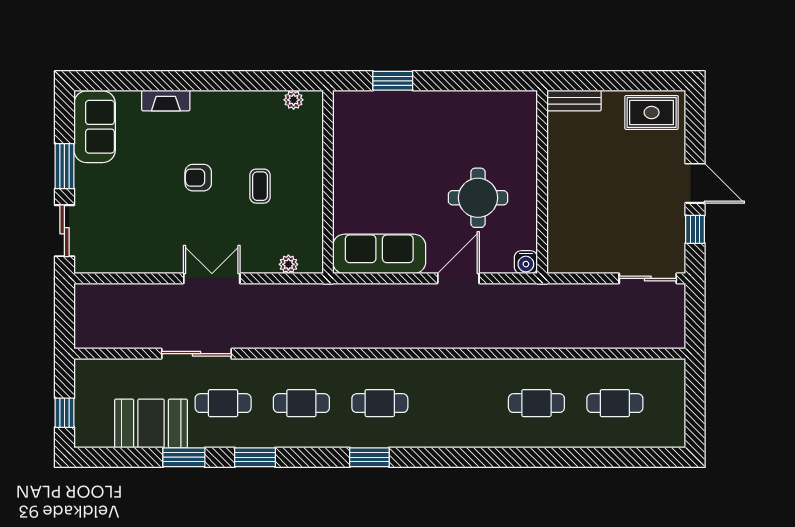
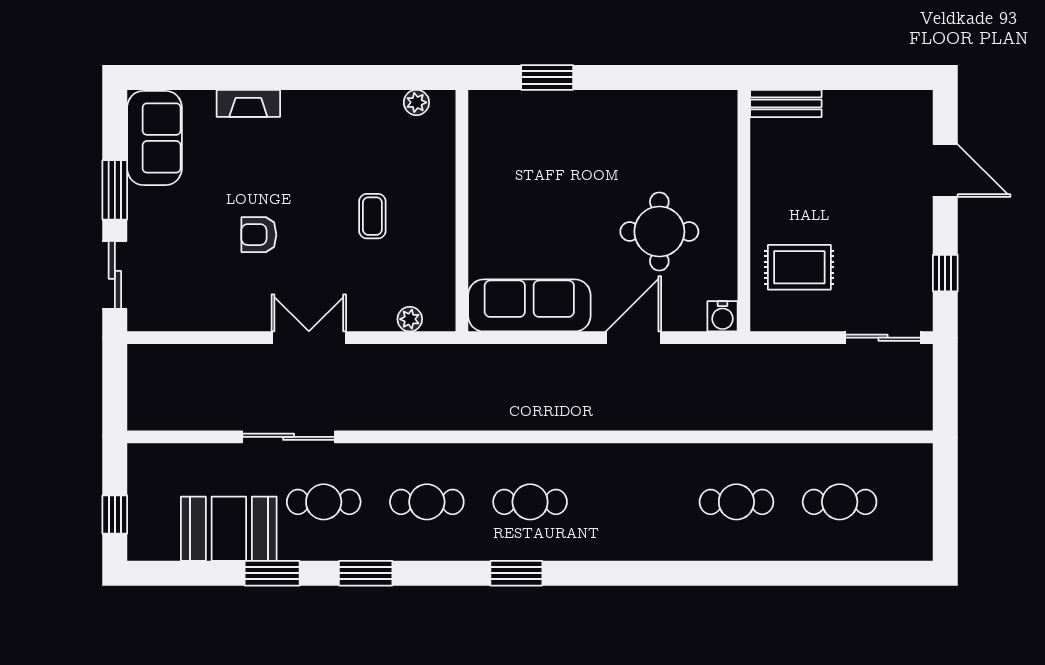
rug: (652, 112) -> (799, 267), moved
armchair: (198, 178) -> (259, 235), moved
door: (695, 183) -> (945, 171), moved

